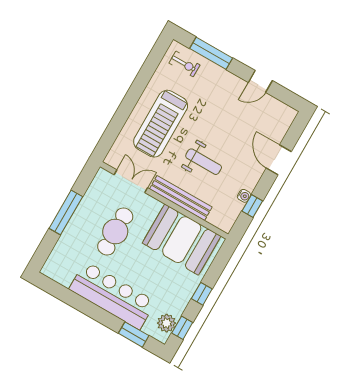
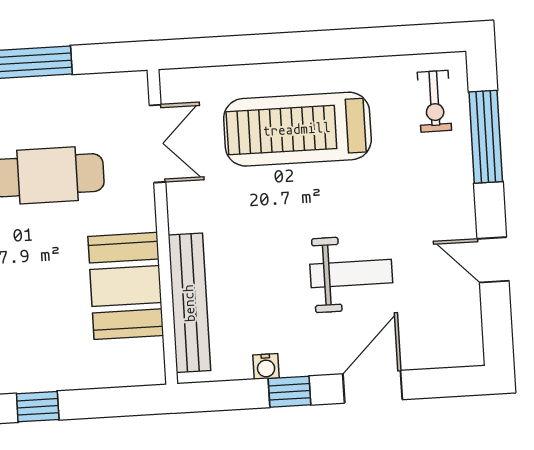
weight bench: (204, 162) -> (351, 274), moved, turned -90
bench: (181, 198) -> (189, 303), moved
window: (252, 206) -> (289, 392), moved
booth: (182, 240) -> (126, 286), width x0.73, depth x0.70

